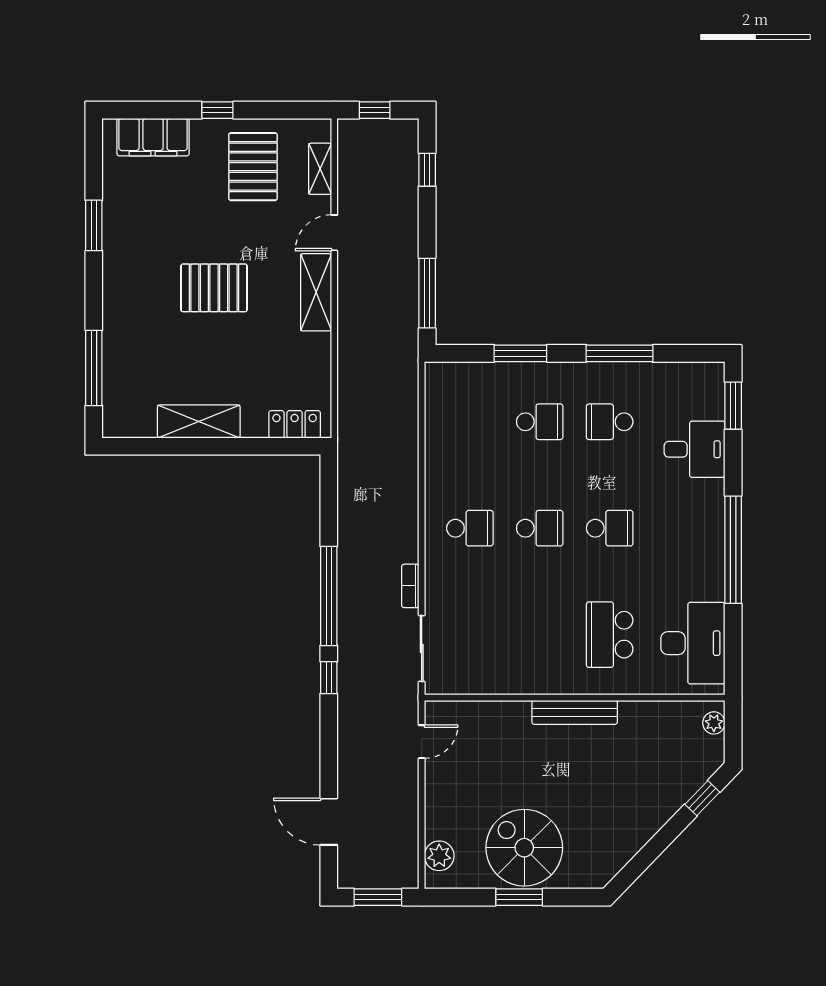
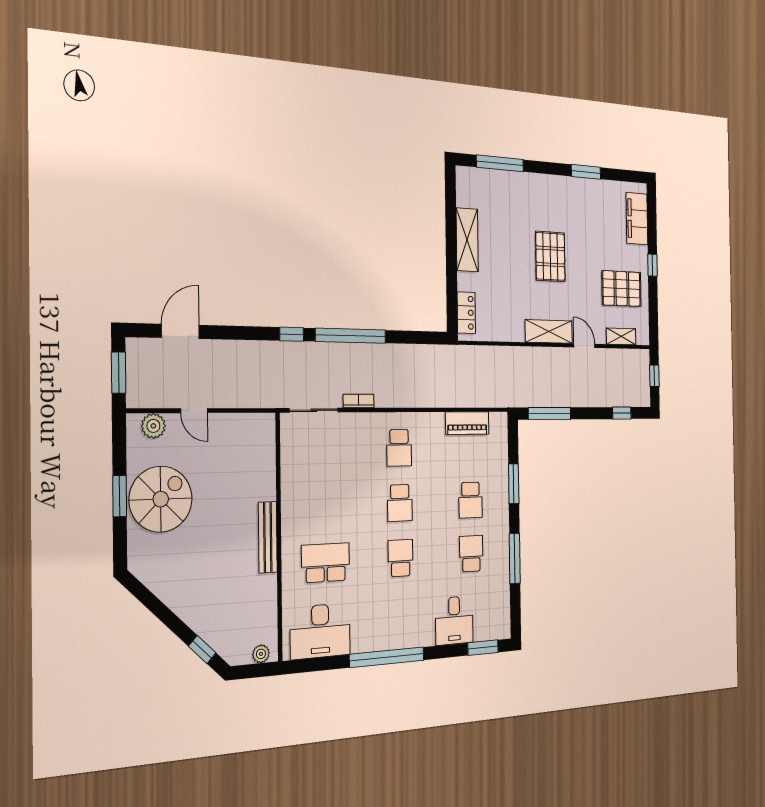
piano: (439, 425) -> (467, 423), added
school desk: (610, 528) -> (401, 558), turned 180
door: (422, 742) -> (194, 411), moved

